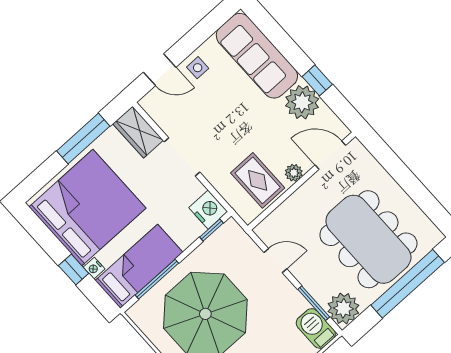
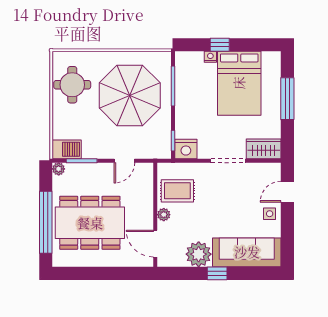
window: (317, 80) -> (217, 273), moved
window: (83, 138) -> (287, 99), moved
door: (330, 155) -> (155, 244), swing flipped
bed: (87, 208) -> (239, 83), width x0.73
bed: (139, 266) -> (189, 82), removed
plant: (343, 308) -> (59, 169), width x0.53, depth x0.53

